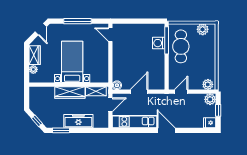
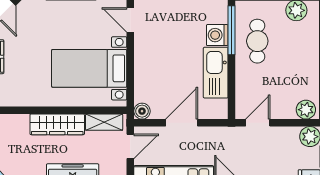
cafe table: (181, 46) -> (257, 41), width x0.73, depth x0.74
bed with nightstands: (72, 62) -> (89, 68), moved, turned -90
kitchen sink: (158, 64) -> (216, 73), added

